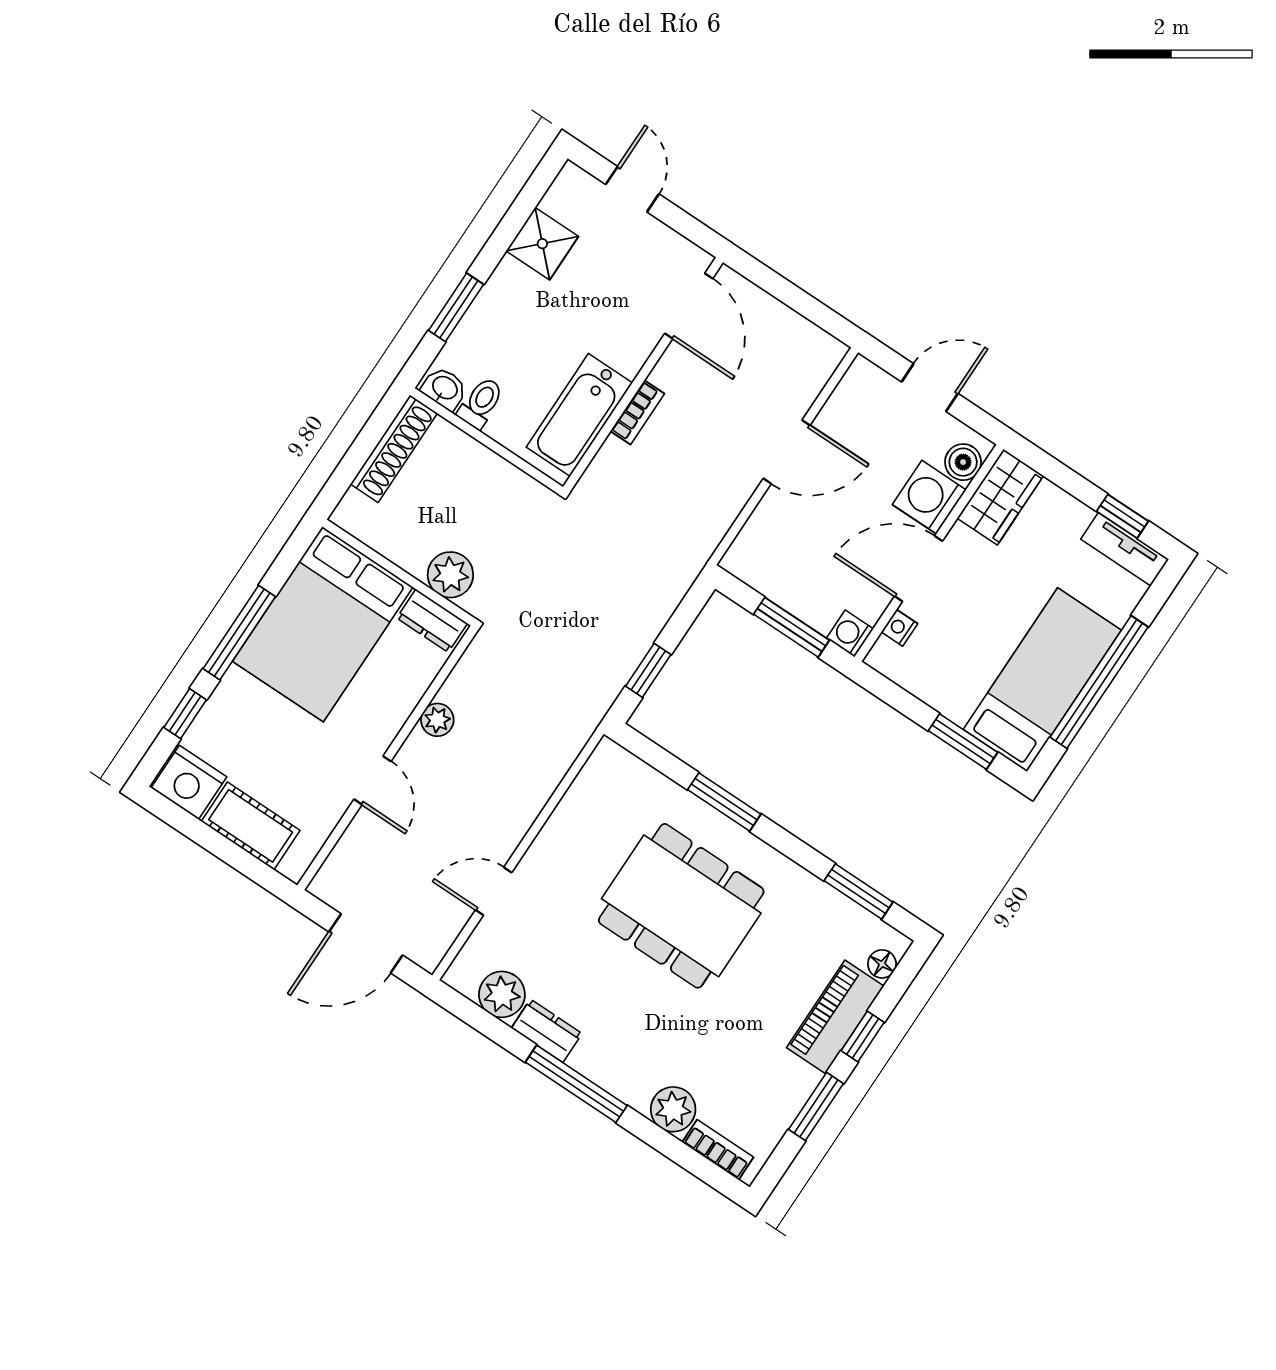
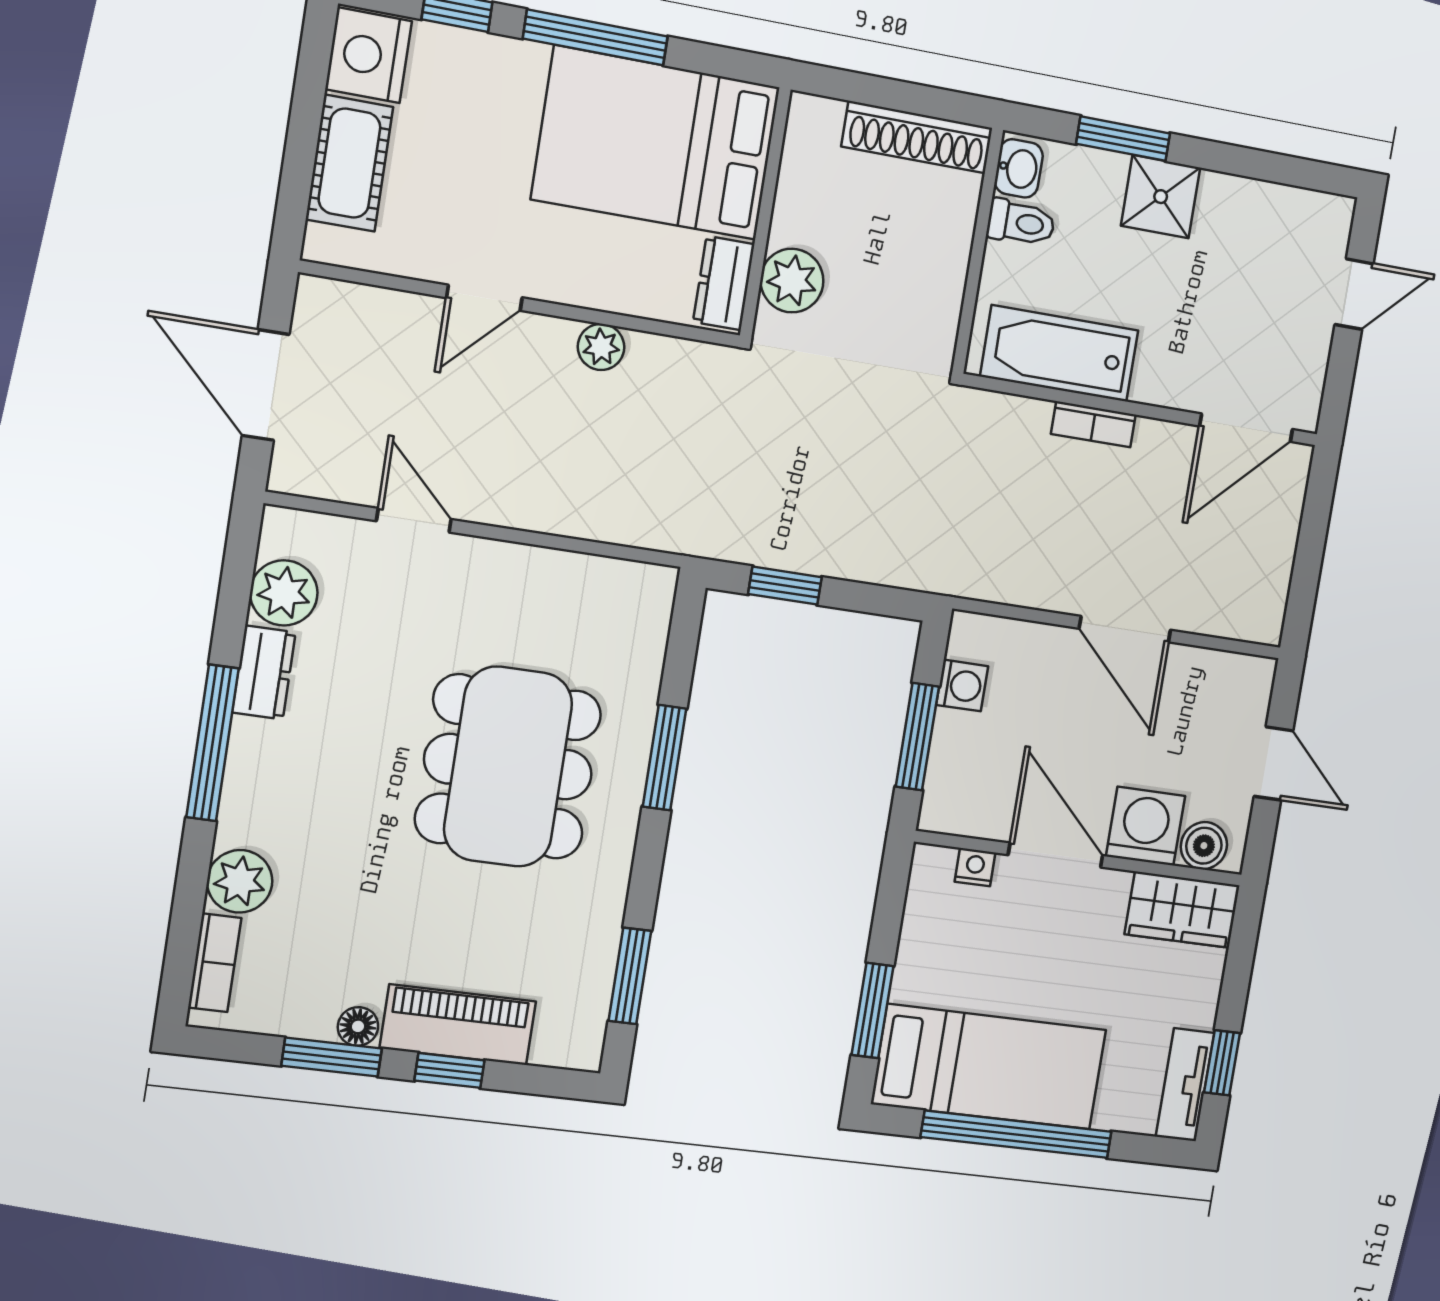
shower: (542, 244) -> (1161, 197), moved
washing machine: (850, 634) -> (962, 686), moved, turned 90
floor lamp: (882, 964) -> (358, 1026), moved

